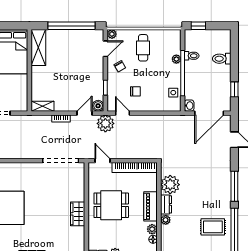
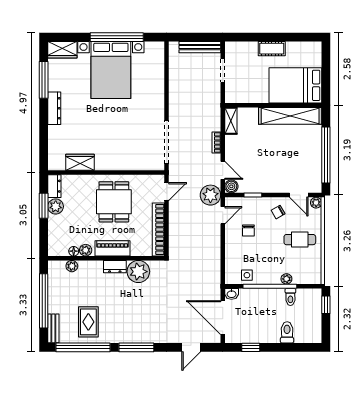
shelving: (38, 47) -> (290, 116), width x1.47
wardrobe: (78, 214) -> (80, 162), moved
plant: (166, 220) -> (72, 266), moved

